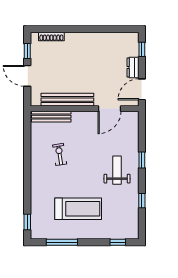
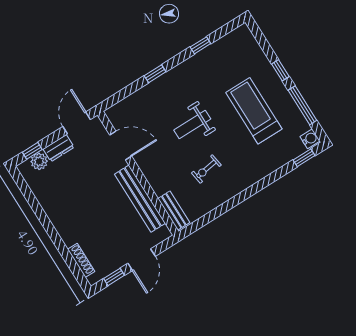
plant: (132, 50) -> (39, 161), added
door: (142, 89) -> (77, 123), swing flipped
bench: (51, 117) -> (174, 211), width x0.73
weight bench: (117, 170) -> (192, 125), moved
water cooler: (37, 234) -> (310, 139), added
window: (118, 242) -> (280, 70), moved

